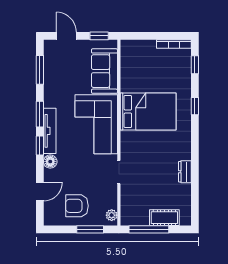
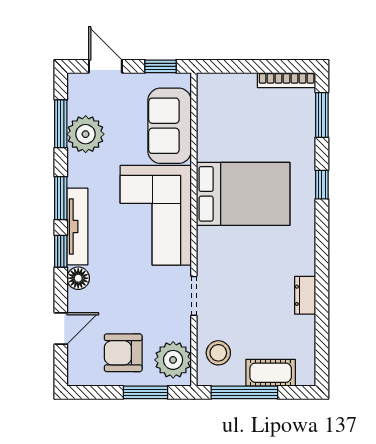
window: (195, 65) -> (322, 115), width x1.50
plant: (55, 76) -> (86, 134), added
stool: (133, 206) -> (218, 353), added
plant: (112, 215) -> (173, 360), width x1.88, depth x1.88

